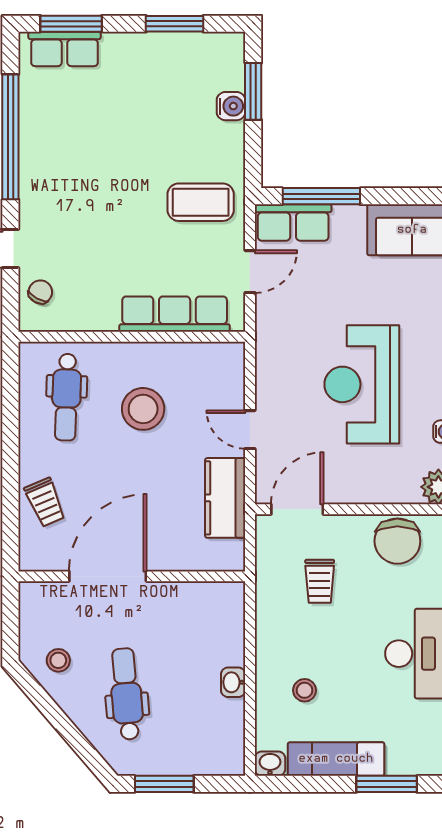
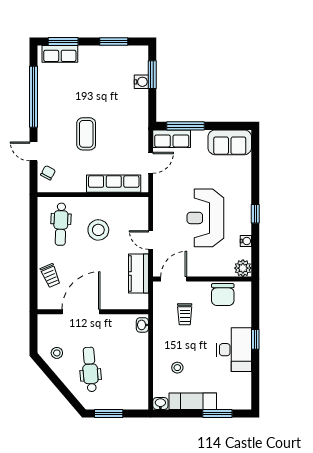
coffee table: (201, 202) -> (86, 134), moved, turned 90
washbasin: (233, 682) -> (142, 325), moved

